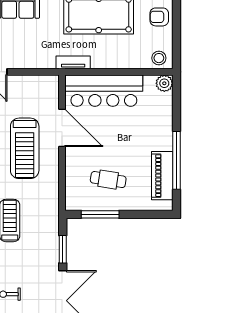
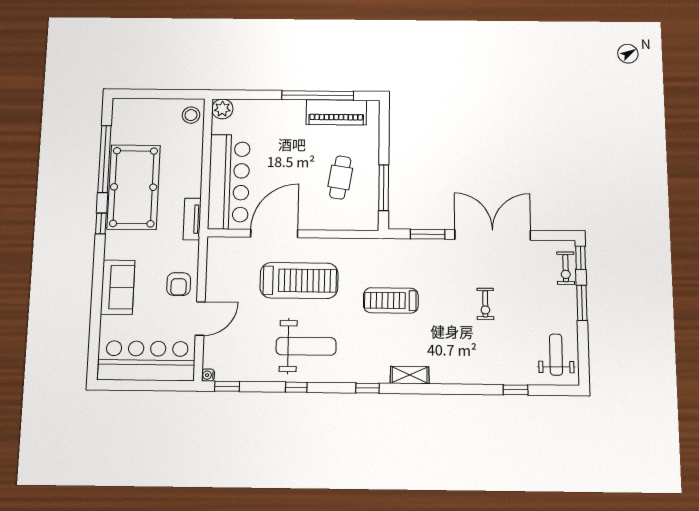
armchair: (159, 17) -> (179, 284), moved

